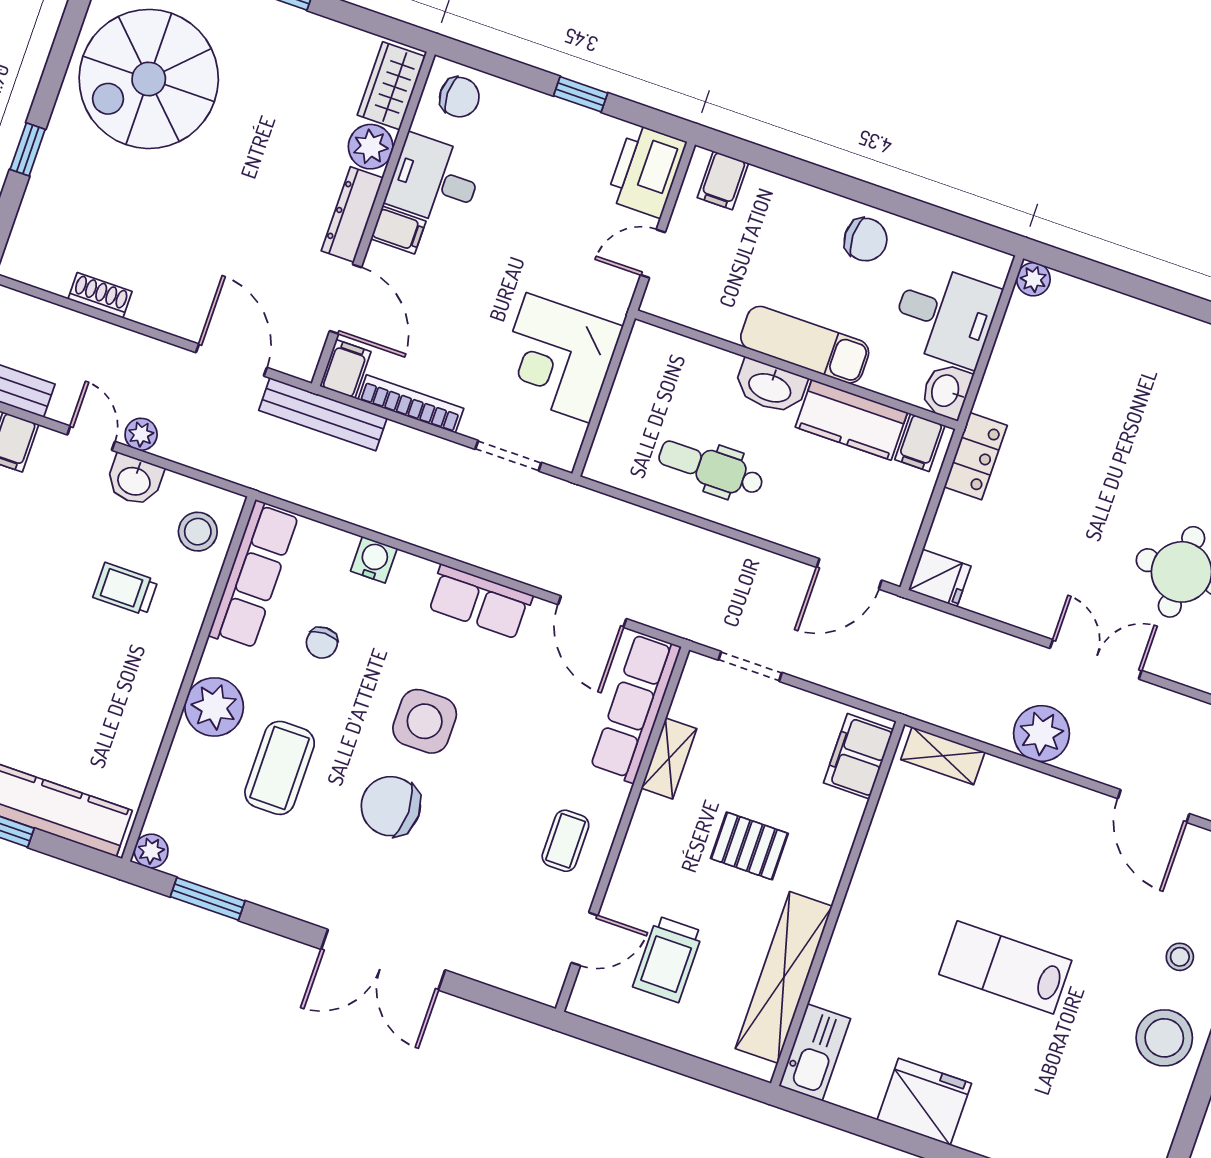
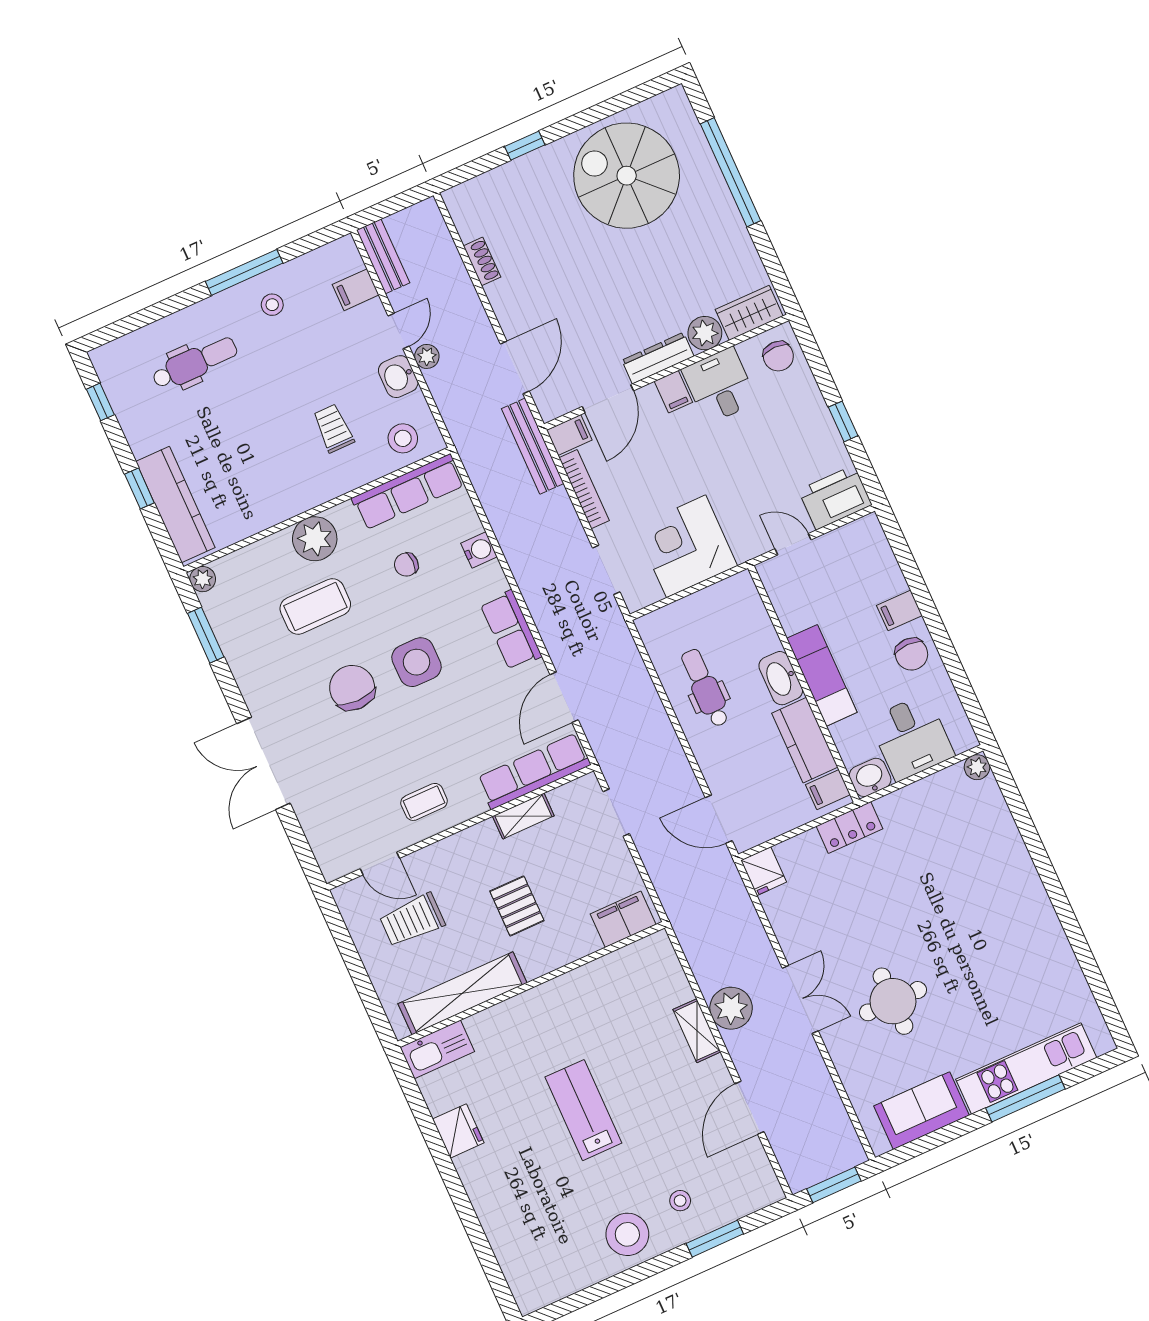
filing cabinet: (723, 180) -> (899, 610), moved
shelving: (943, 756) -> (697, 1031), moved
fridge: (924, 1102) -> (458, 1131), width x0.73, depth x0.75

